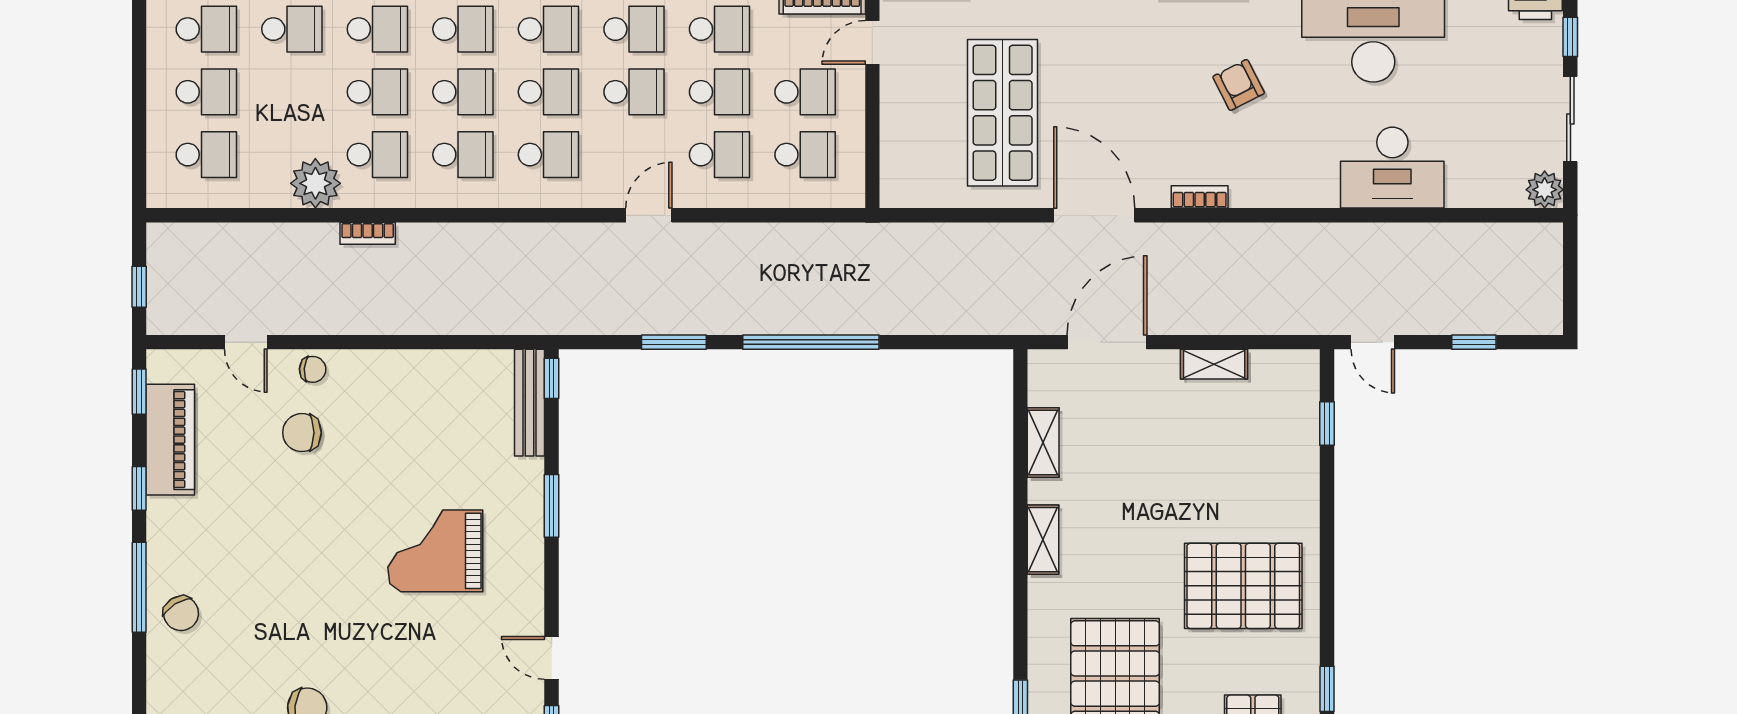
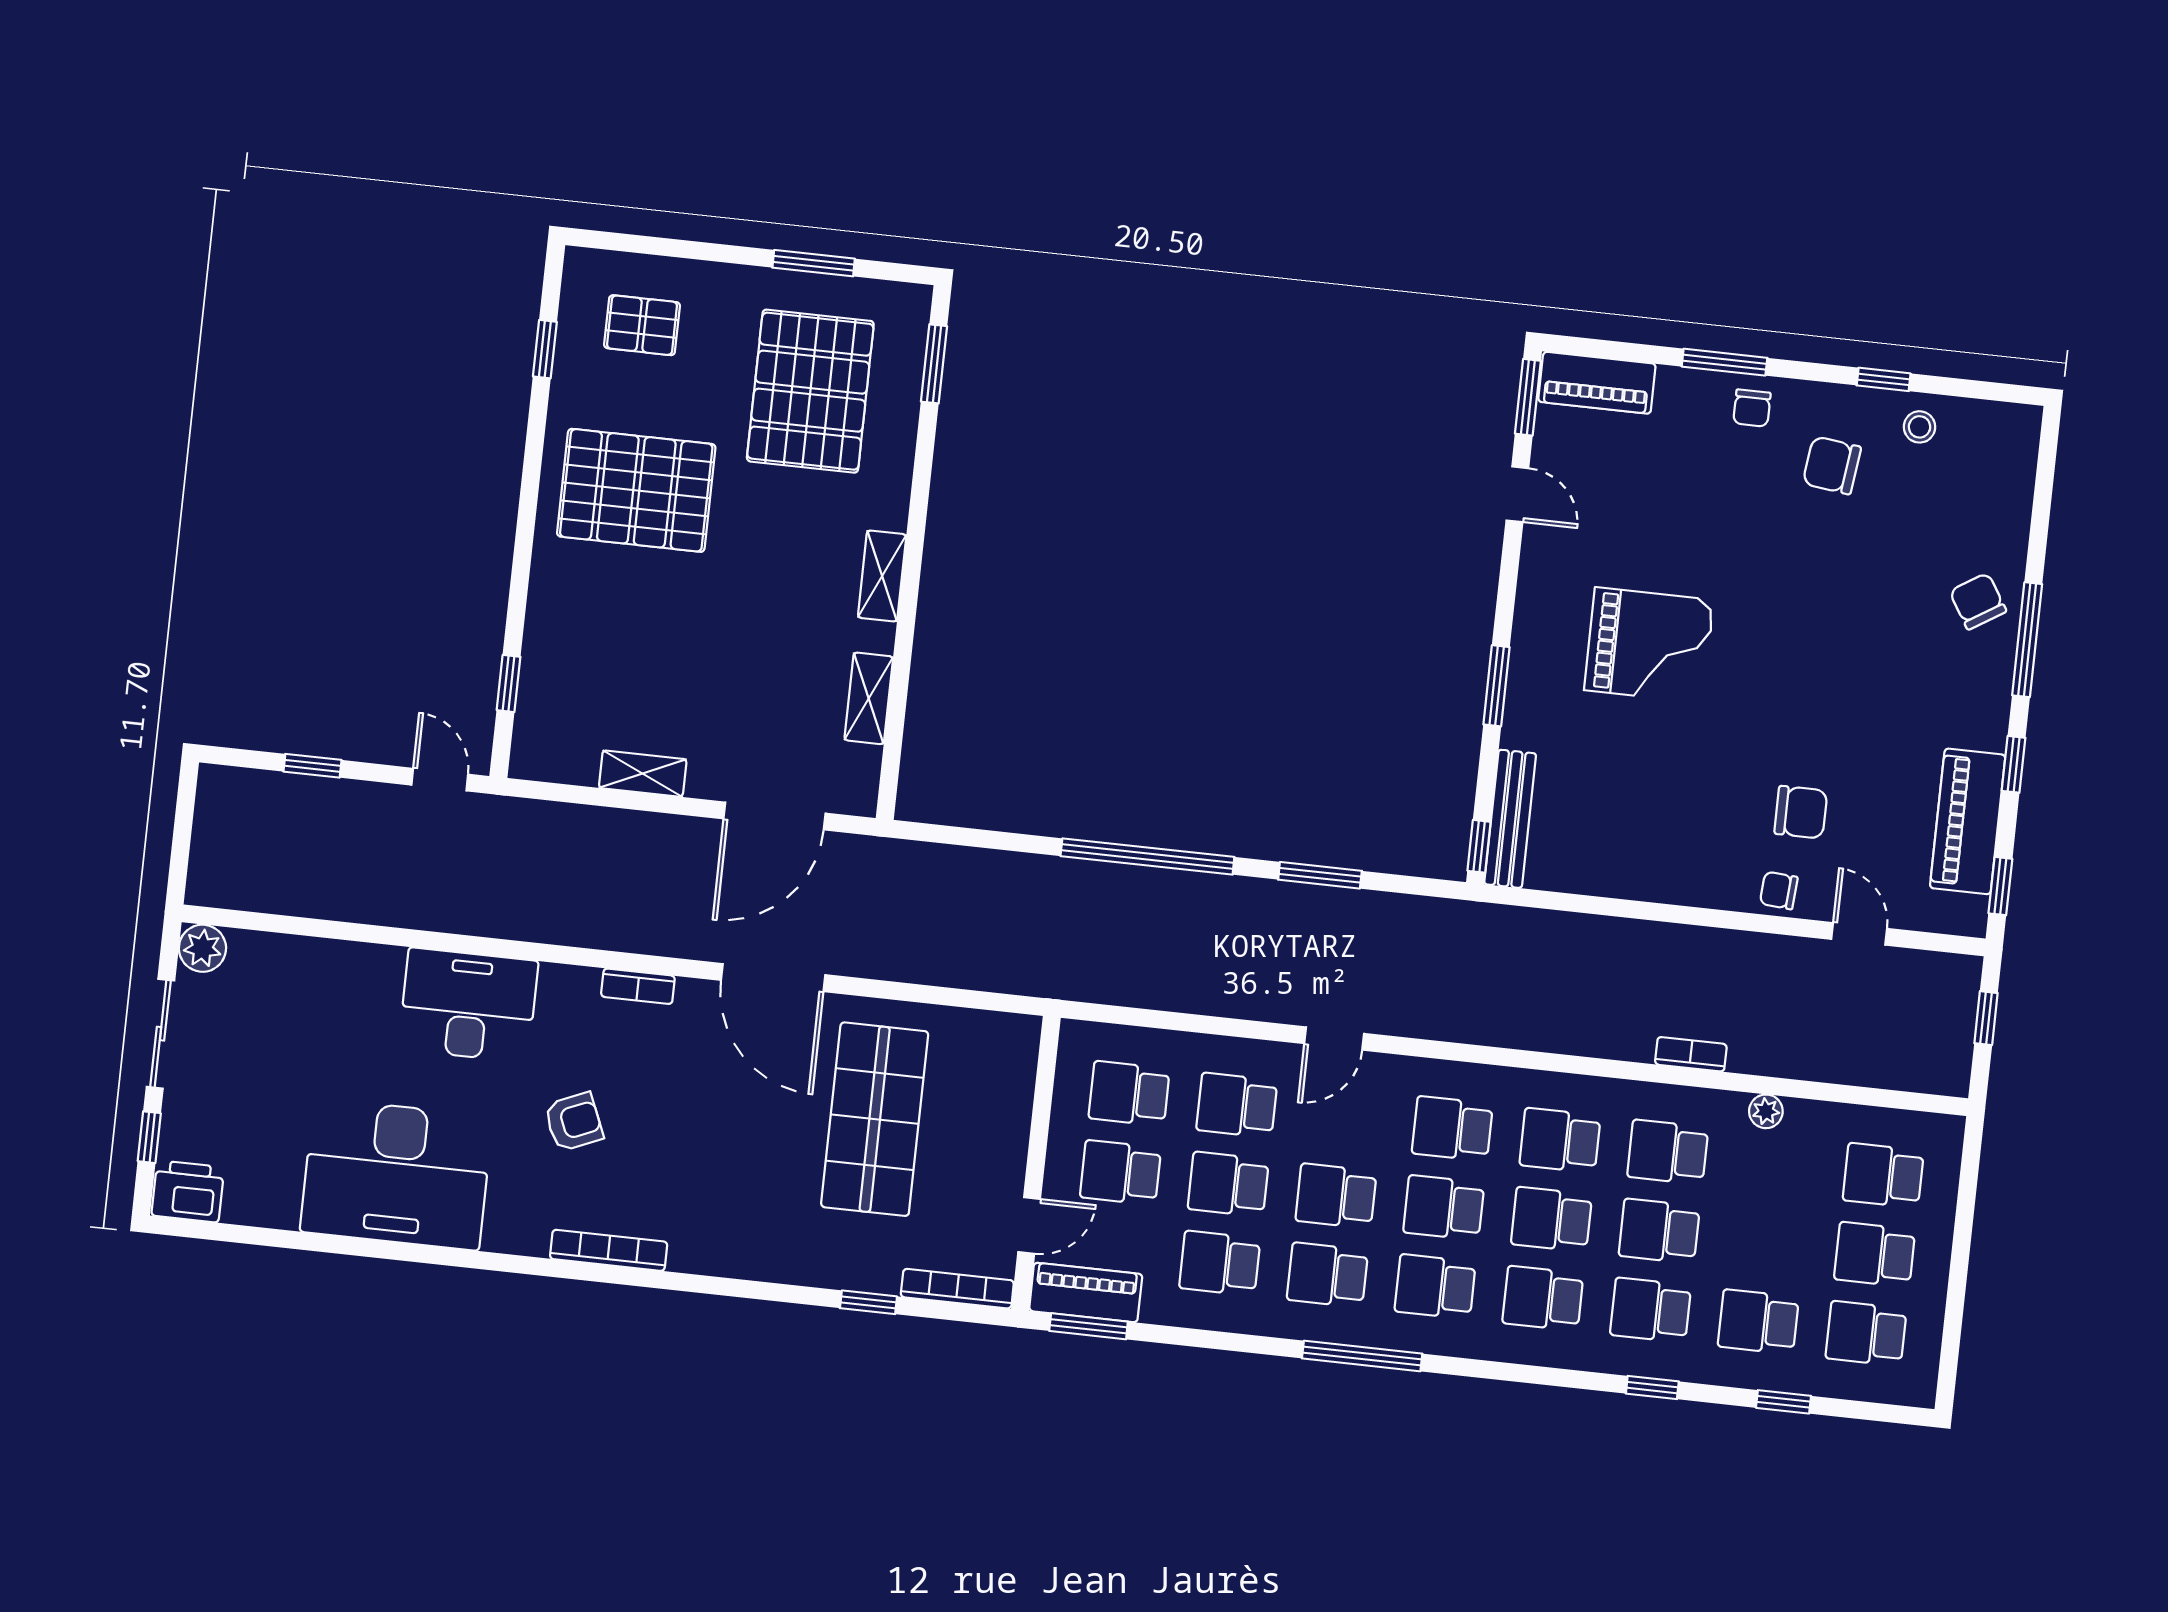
armchair: (1239, 85) -> (574, 1122), turned -86
desk: (1392, 168) -> (468, 1005), moved
plant: (315, 183) -> (1766, 1111), width x0.53, depth x0.53

